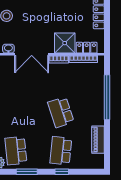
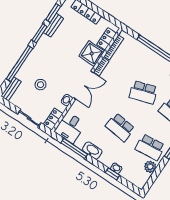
school desk: (16, 112) -> (120, 127), added

